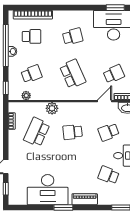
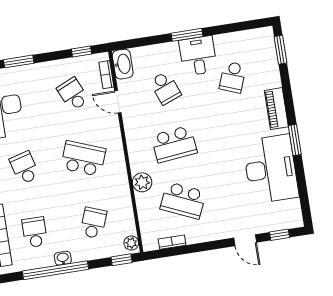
school desk: (32, 74) -> (93, 223), turned 42
school desk: (73, 74) -> (83, 159), turned 45
plant: (26, 96) -> (131, 243), moved
school desk: (73, 132) -> (174, 144), width x1.85

